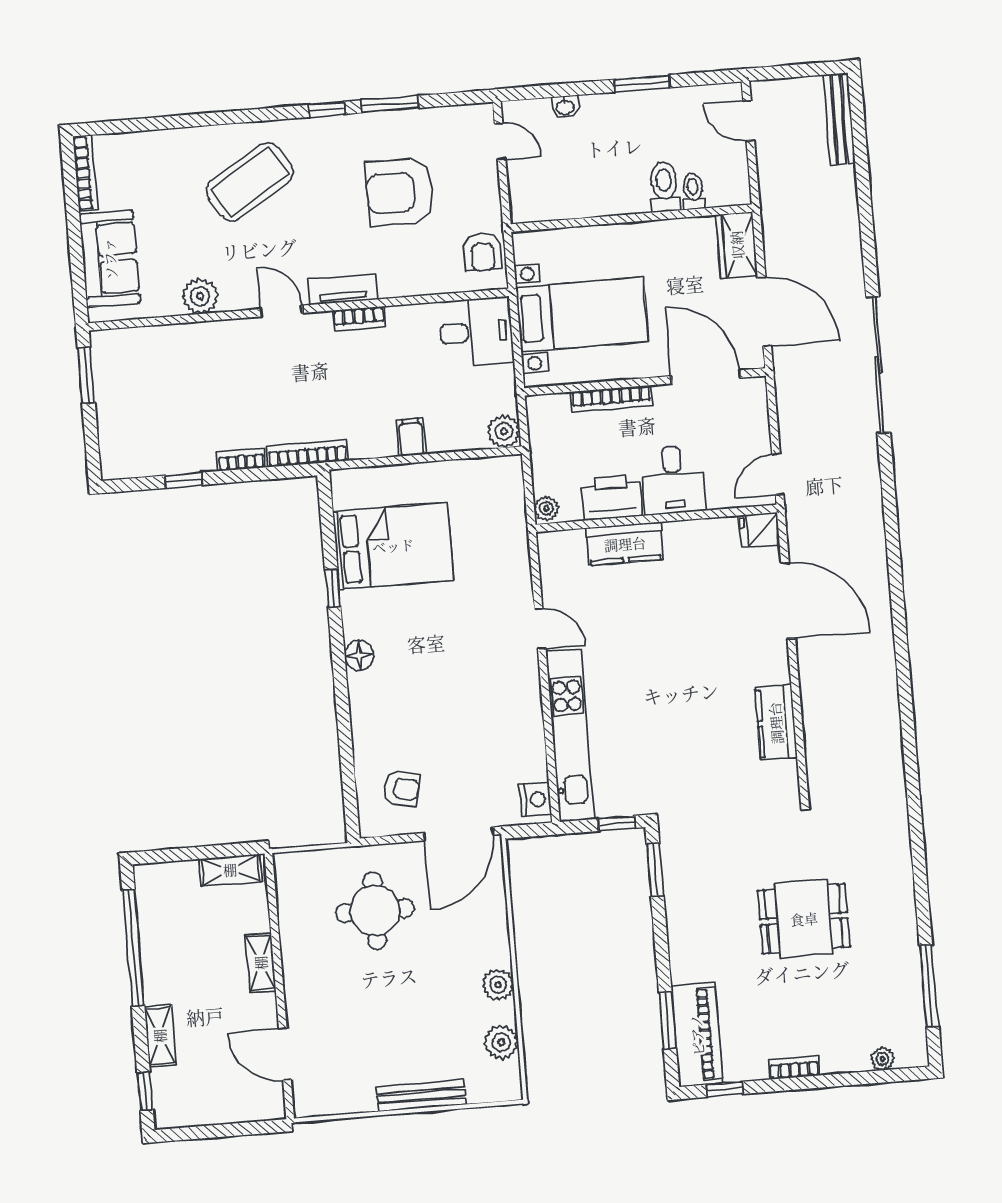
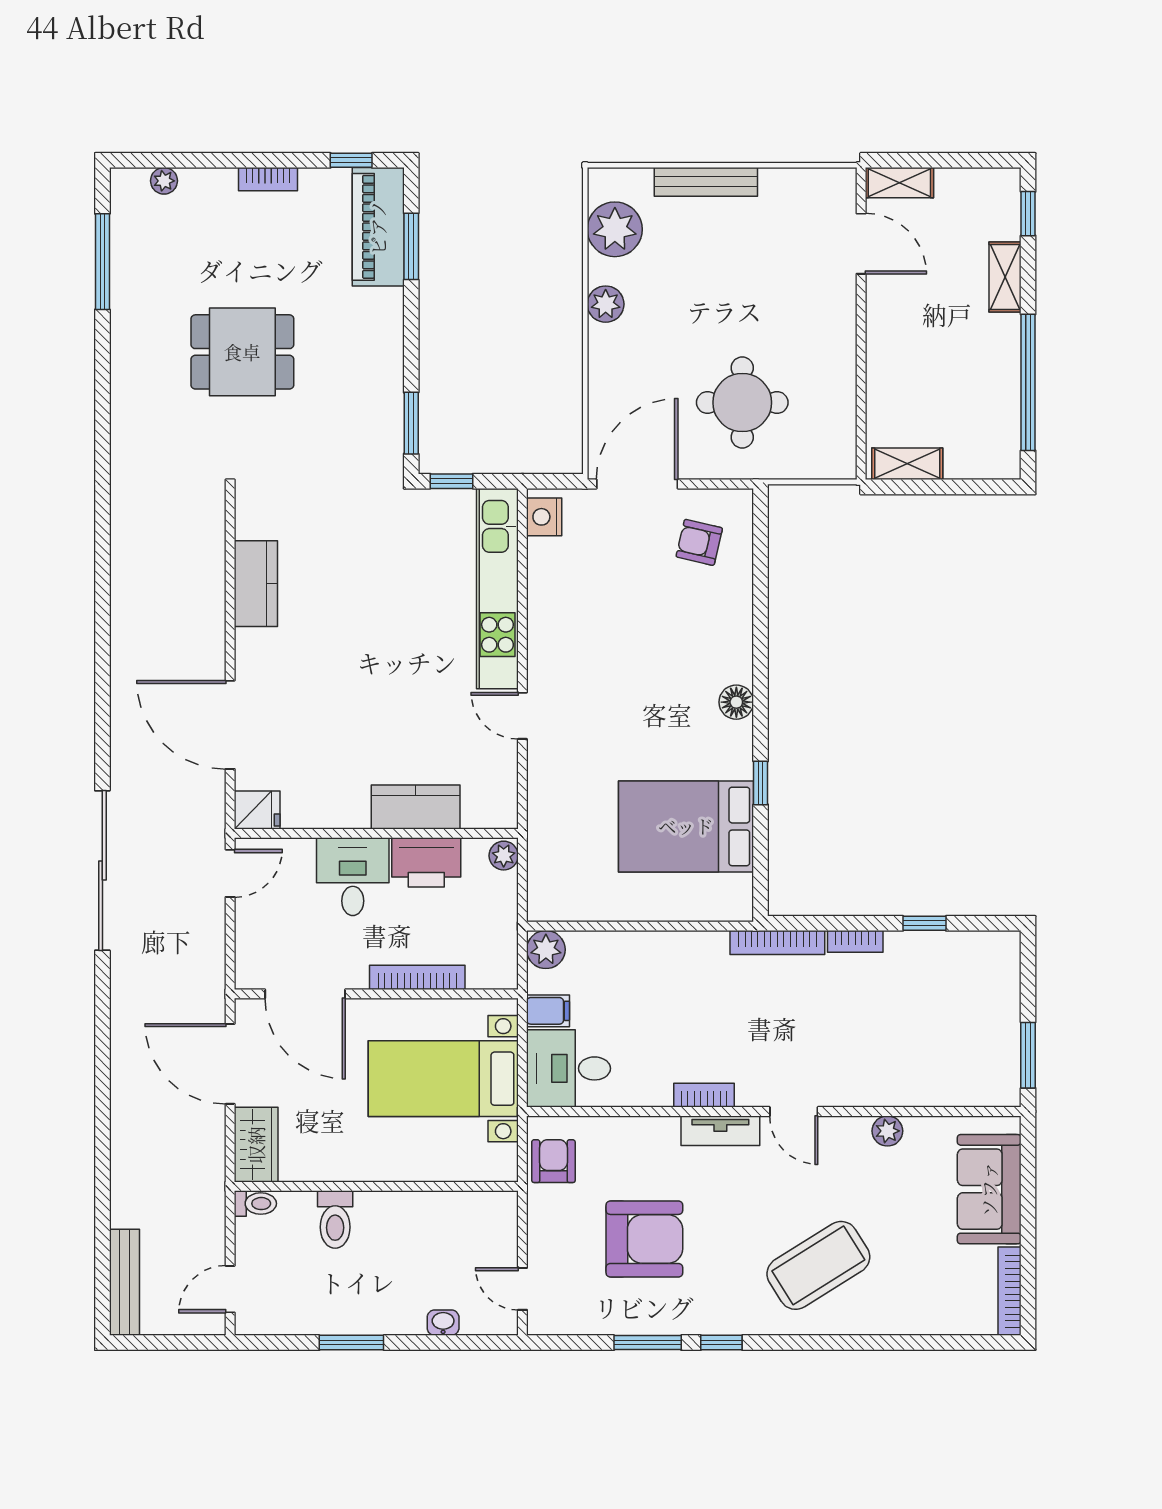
door: (749, 120) -> (230, 1289), swing flipped
toilet: (693, 191) -> (255, 1204), moved, turned -90
plant: (200, 296) -> (887, 1131), width x0.73, depth x0.73
sliding door: (878, 365) -> (102, 871), moved
filing cabinet: (411, 437) -> (548, 1011), moved, turned -90
shelving: (261, 963) -> (899, 183), moved, turned 90
plant: (501, 1042) -> (615, 229), width x1.36, depth x1.36

